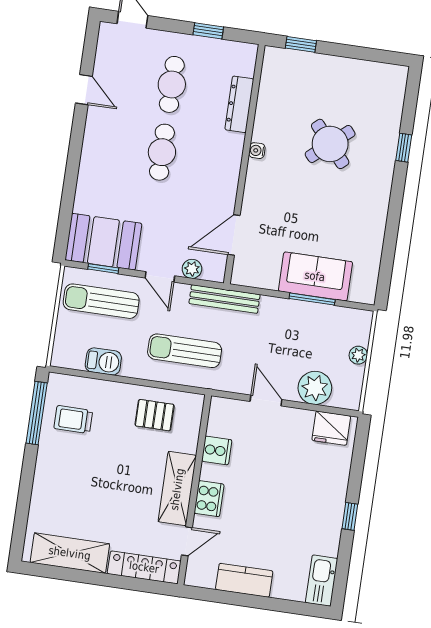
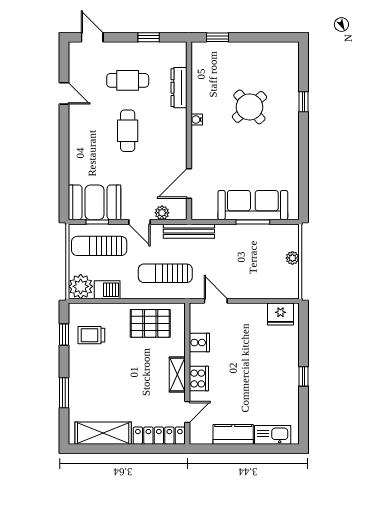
cafe table: (172, 84) -> (128, 80), turned 90
sofa: (315, 276) -> (253, 205), width x1.36
plant: (315, 388) -> (81, 286), moved
door: (266, 400) -> (216, 301), moved
window: (37, 413) -> (64, 334), width x0.46
pallet: (155, 415) -> (150, 323), width x1.50, depth x1.42
shelving: (177, 489) -> (177, 374), width x0.67, depth x0.75
window: (25, 491) -> (64, 393), added
kitchen sink: (322, 581) -> (273, 435), moved, turned 90

